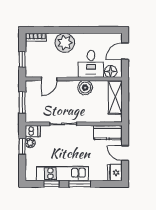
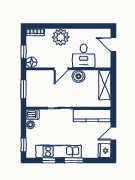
door: (125, 51) -> (113, 45), hinge flipped
floor lamp: (111, 71) -> (31, 62), moved
door: (49, 79) -> (61, 69), moved
kitchen counter: (108, 133) -> (92, 116), width x1.50
window: (22, 146) -> (24, 145), moved
door: (125, 153) -> (113, 134), hinge flipped

